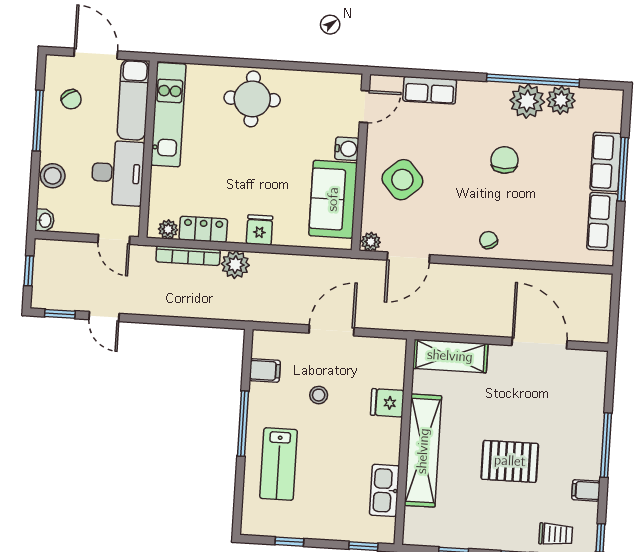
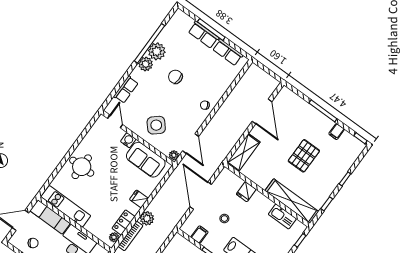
plant: (561, 100) -> (146, 64), moved
door: (332, 330) -> (201, 196), width x1.36
door: (539, 343) -> (262, 111), swing flipped
shelving: (423, 451) -> (292, 201), moved
trolley: (556, 534) -> (347, 156), removed

